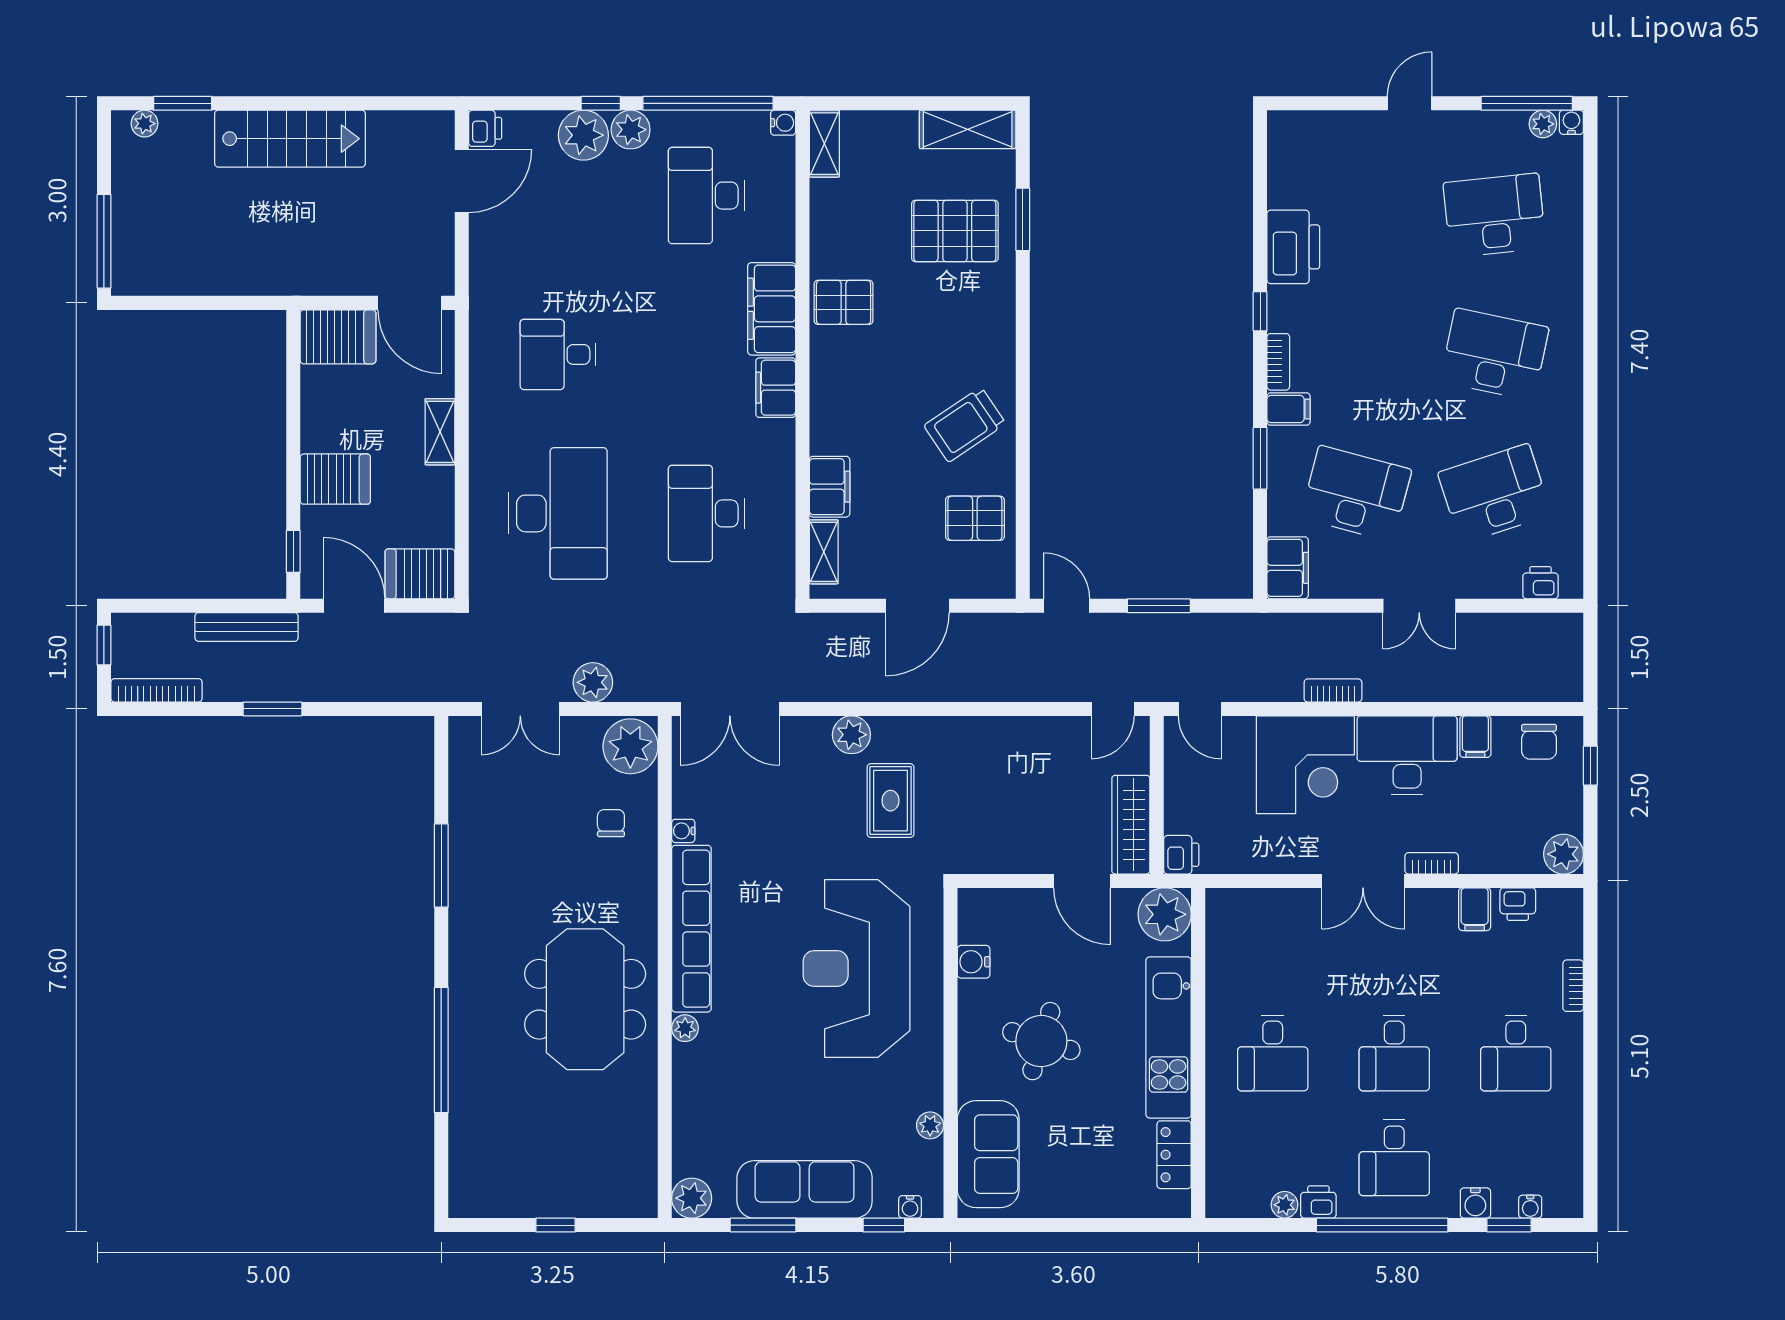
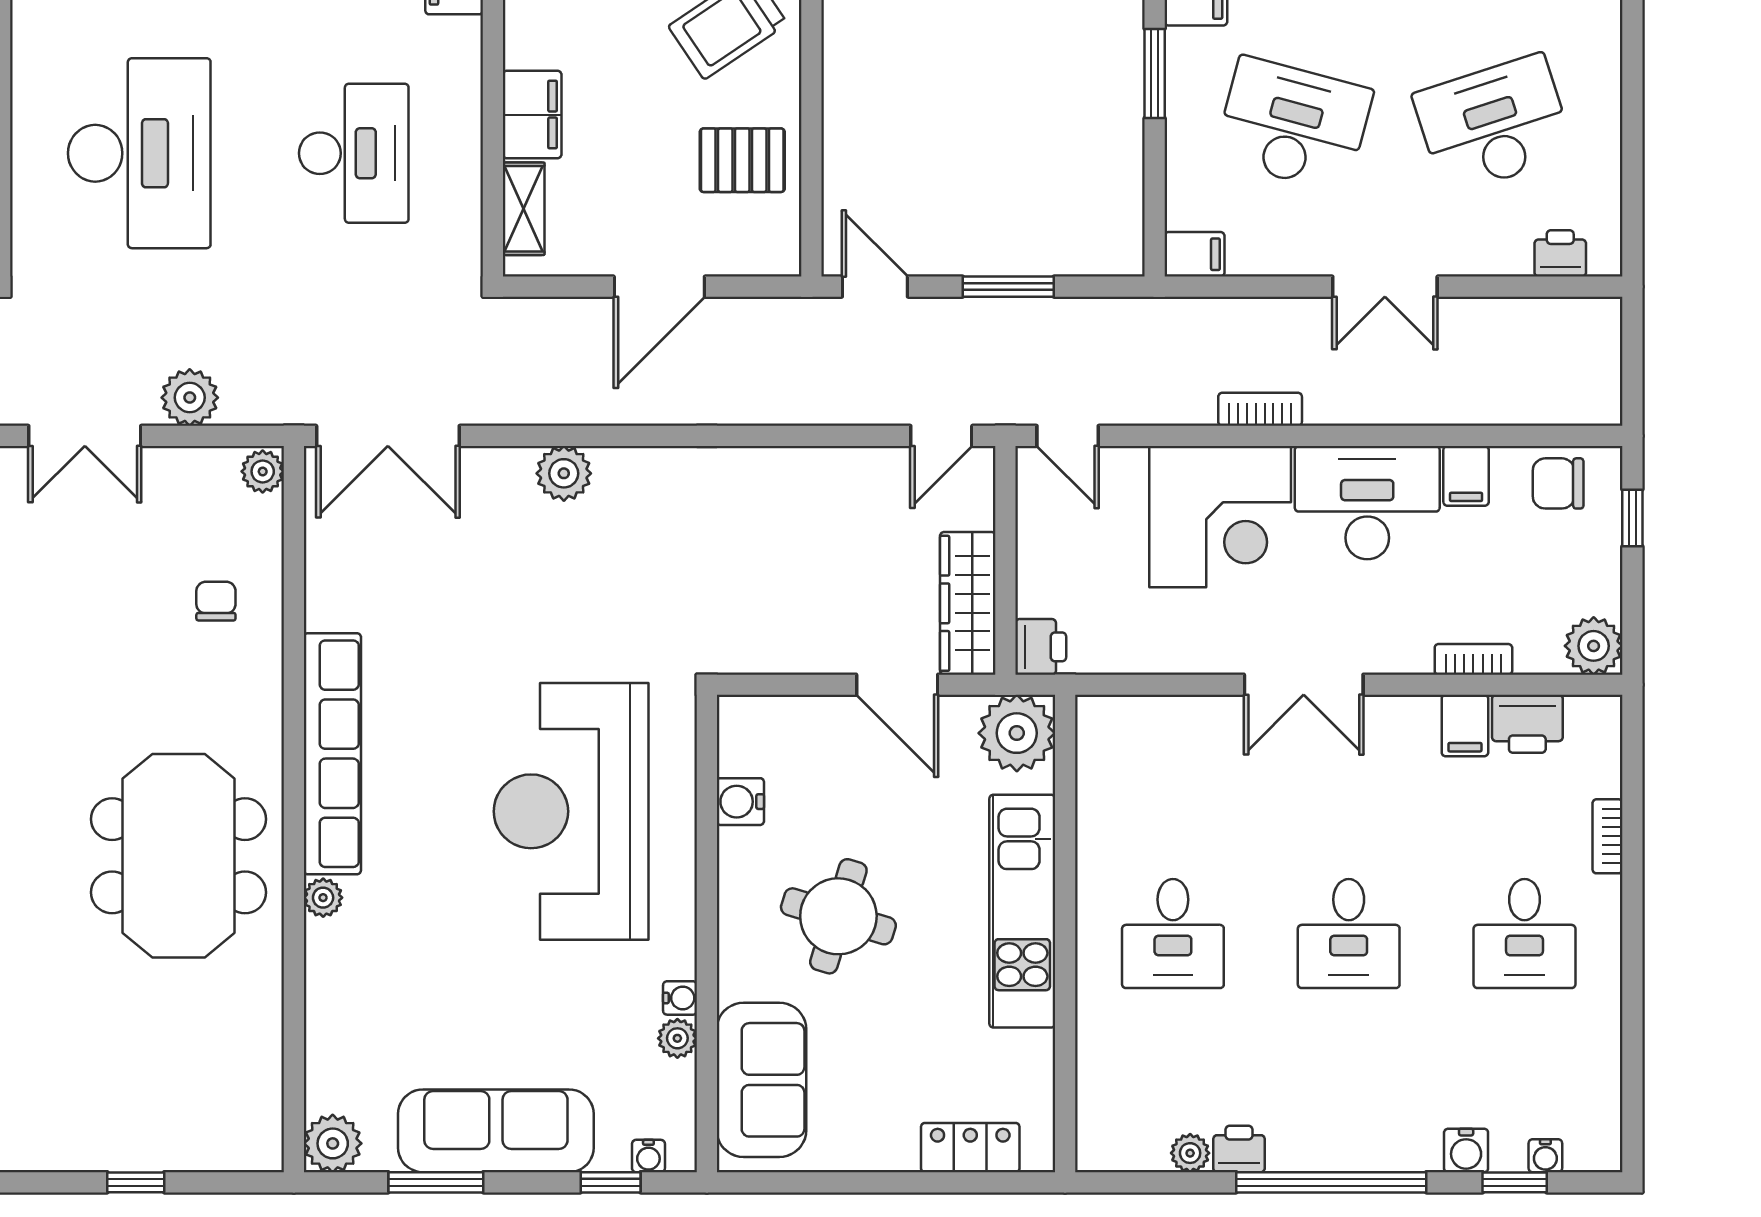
desk: (706, 513) -> (354, 153), turned 180
filing cabinet: (1288, 568) -> (1195, 254), width x0.50
chair: (1539, 742) -> (1558, 483), turned 90
plant: (630, 746) -> (263, 471), width x0.53, depth x0.53
rug: (891, 801) -> (620, 568), removed
water cooler: (683, 831) -> (680, 998), moved, turned 180
bookcase: (1432, 863) -> (1473, 659), moved
printer: (1518, 904) -> (1527, 724), width x1.36, depth x1.24
locker: (1174, 1155) -> (970, 1148), moved, turned 90
desk: (1394, 1158) -> (1349, 1085), removed

